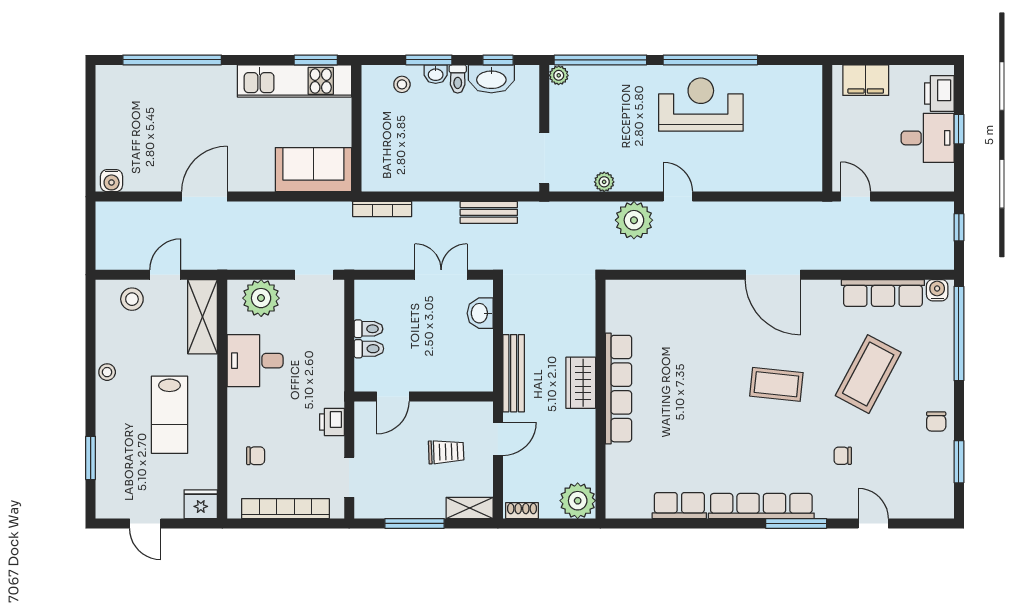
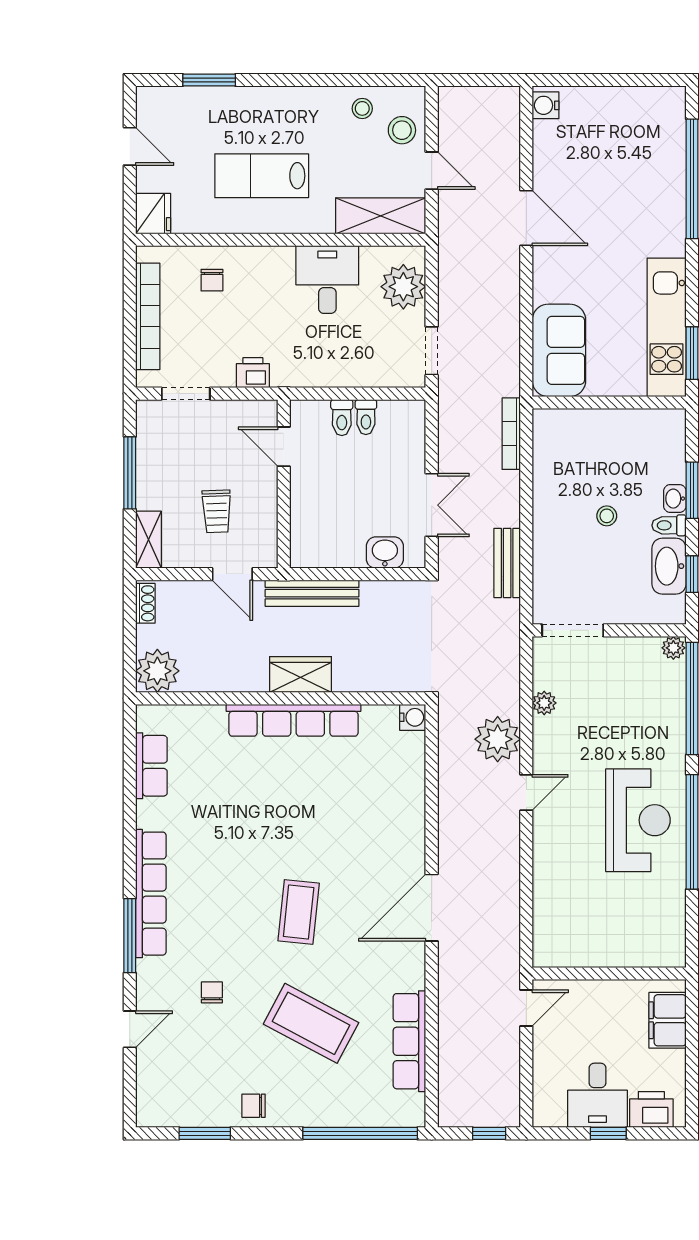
stool: (402, 84) -> (607, 516), moved
water cooler: (937, 290) -> (413, 717), moved
stool: (107, 372) -> (362, 108), moved
row of seats: (679, 506) -> (151, 766), moved
door: (145, 523) -> (130, 146), swing flipped

